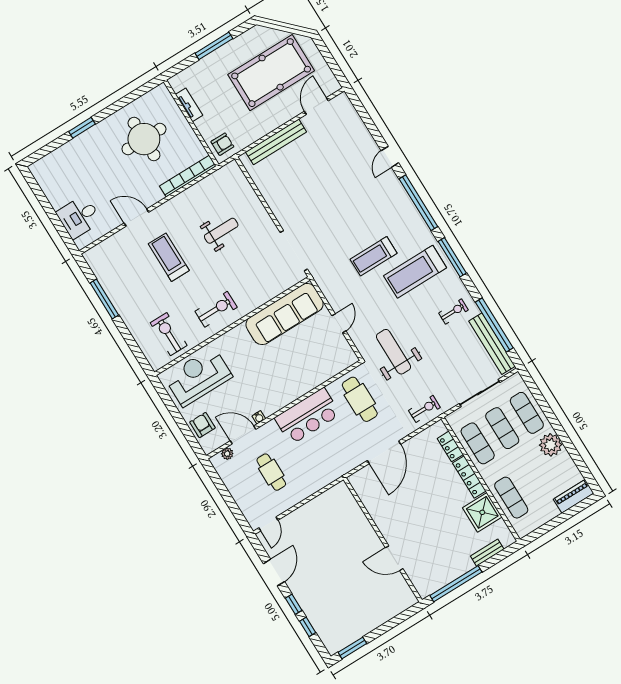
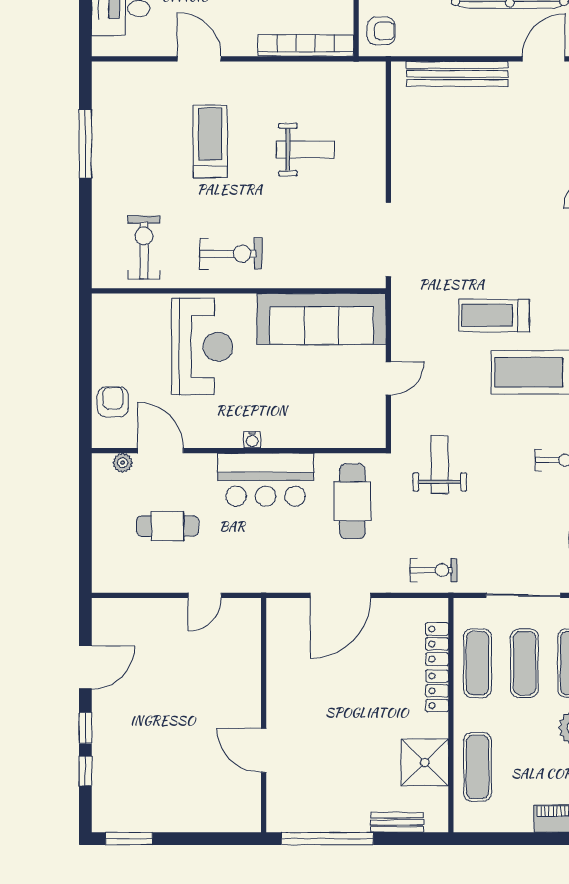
weight bench: (394, 352) -> (440, 464), width x0.73, depth x0.75
reception desk: (198, 377) -> (202, 347), moved, turned 90
water cooler: (259, 417) -> (252, 440), moved
cafe table: (271, 472) -> (168, 526), turned 90
locker: (469, 477) -> (437, 691), width x0.66
door: (268, 524) -> (205, 595), moved

